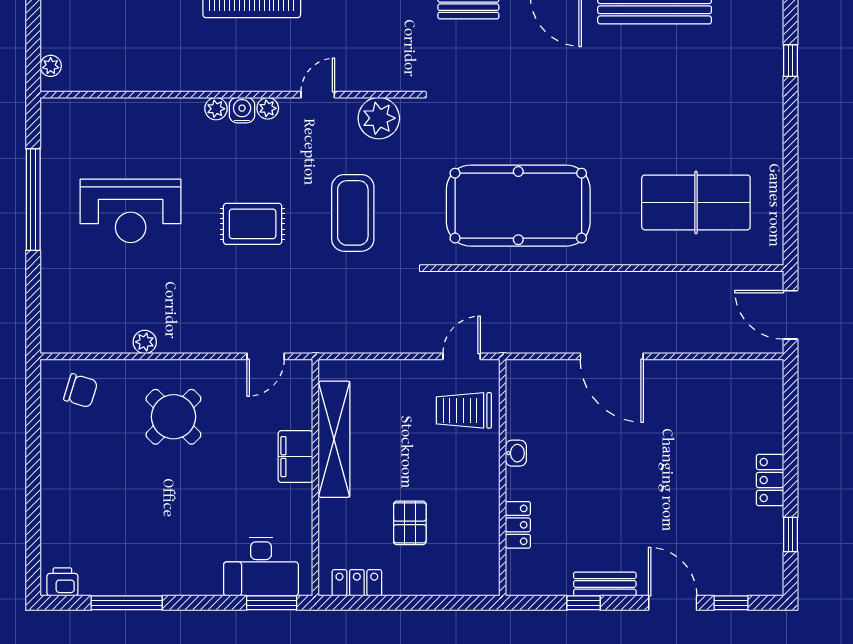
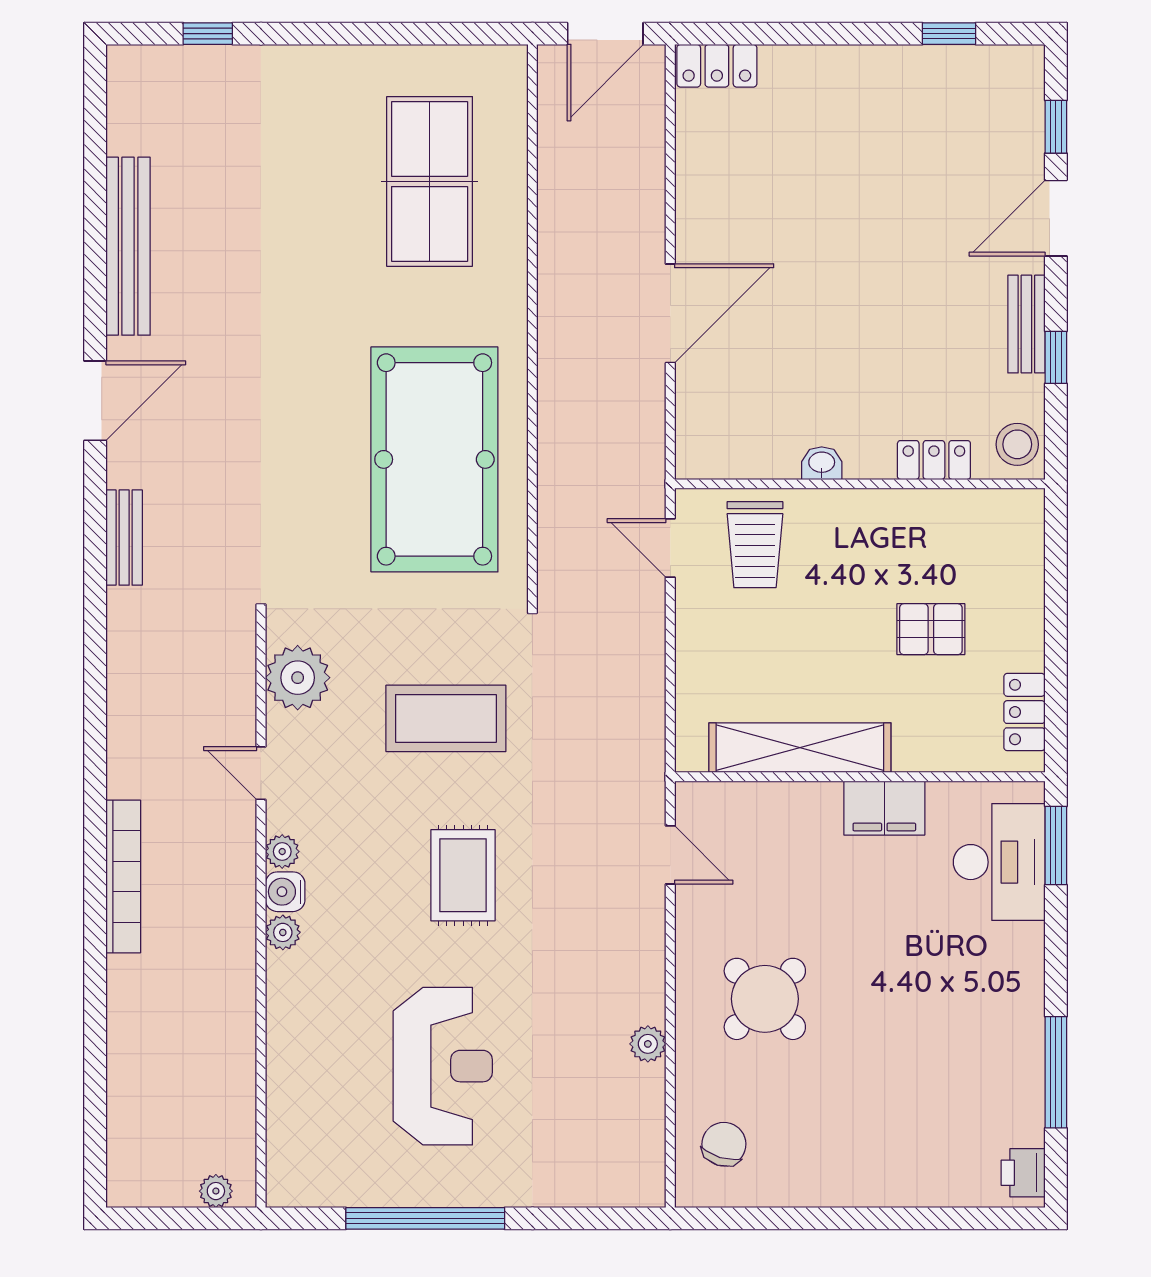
filing cabinet: (295, 457) -> (884, 808), moved
locker: (770, 480) -> (717, 66), moved
stool: (528, 578) -> (1017, 444), added

